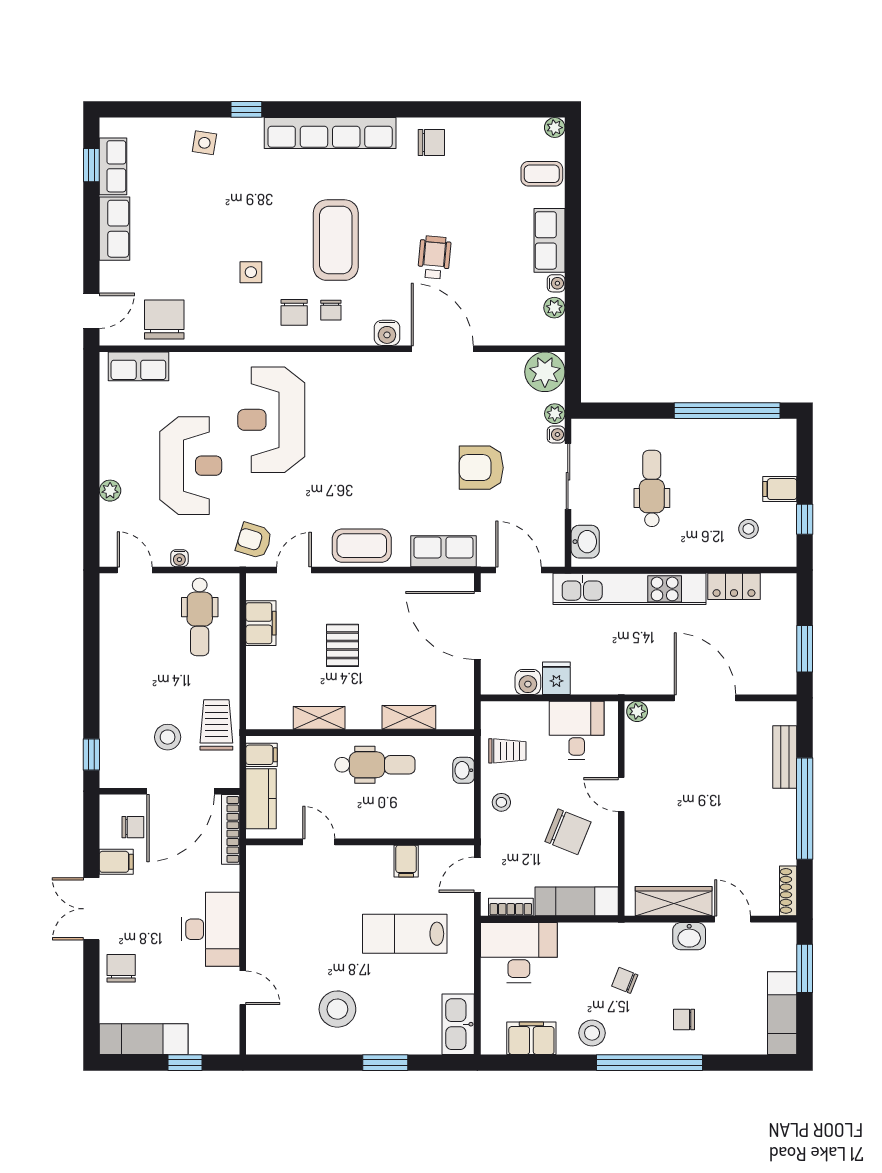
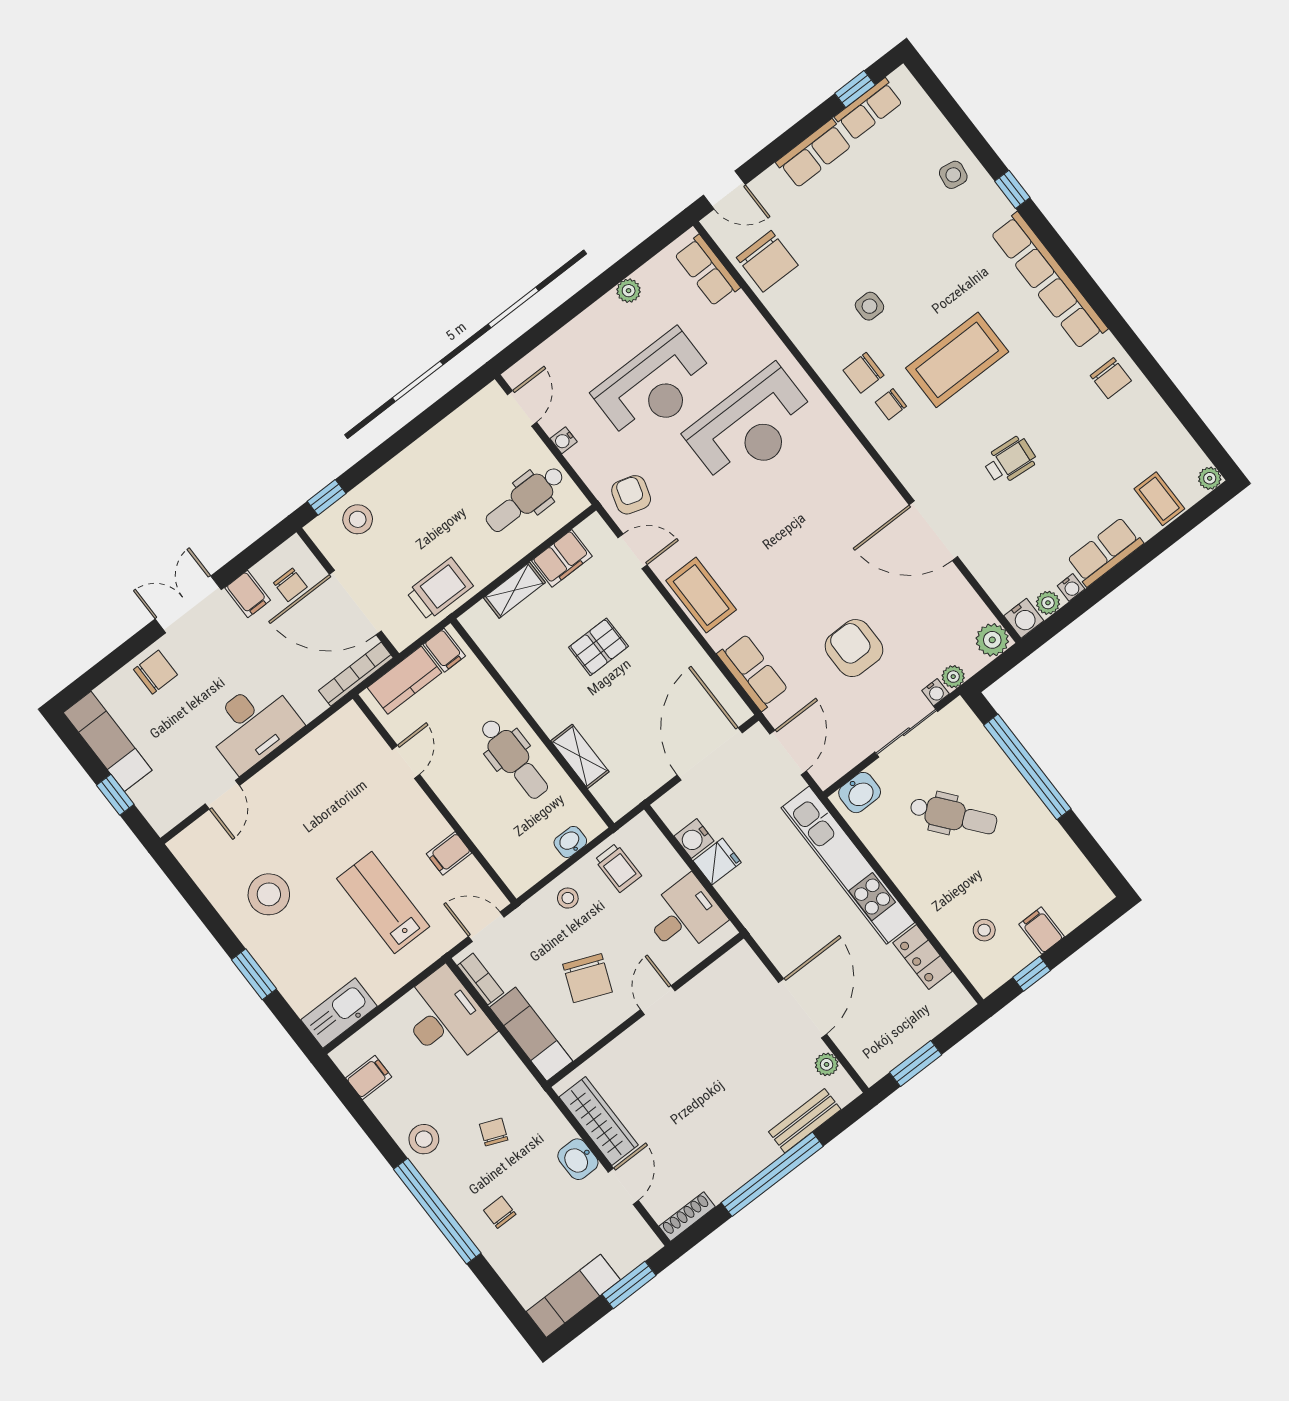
chair: (164, 319) -> (767, 261), turned 90
water cooler: (387, 333) -> (1024, 618), moved, turned -90
door: (442, 349) -> (933, 531), swing flipped
plant: (545, 372) -> (992, 640), width x0.73, depth x0.73
window: (727, 411) -> (1027, 767), moved
reception desk: (271, 420) -> (751, 427), turned 180
dental chair: (652, 488) -> (953, 815), turned 51
plant: (110, 491) -> (629, 291), moved
plant: (637, 711) -> (827, 1064), moved
shelving: (319, 718) -> (514, 590), moved, turned 90
stool: (168, 737) -> (358, 519), moved
filing cabinet: (531, 1038) -> (369, 1077), width x0.50

